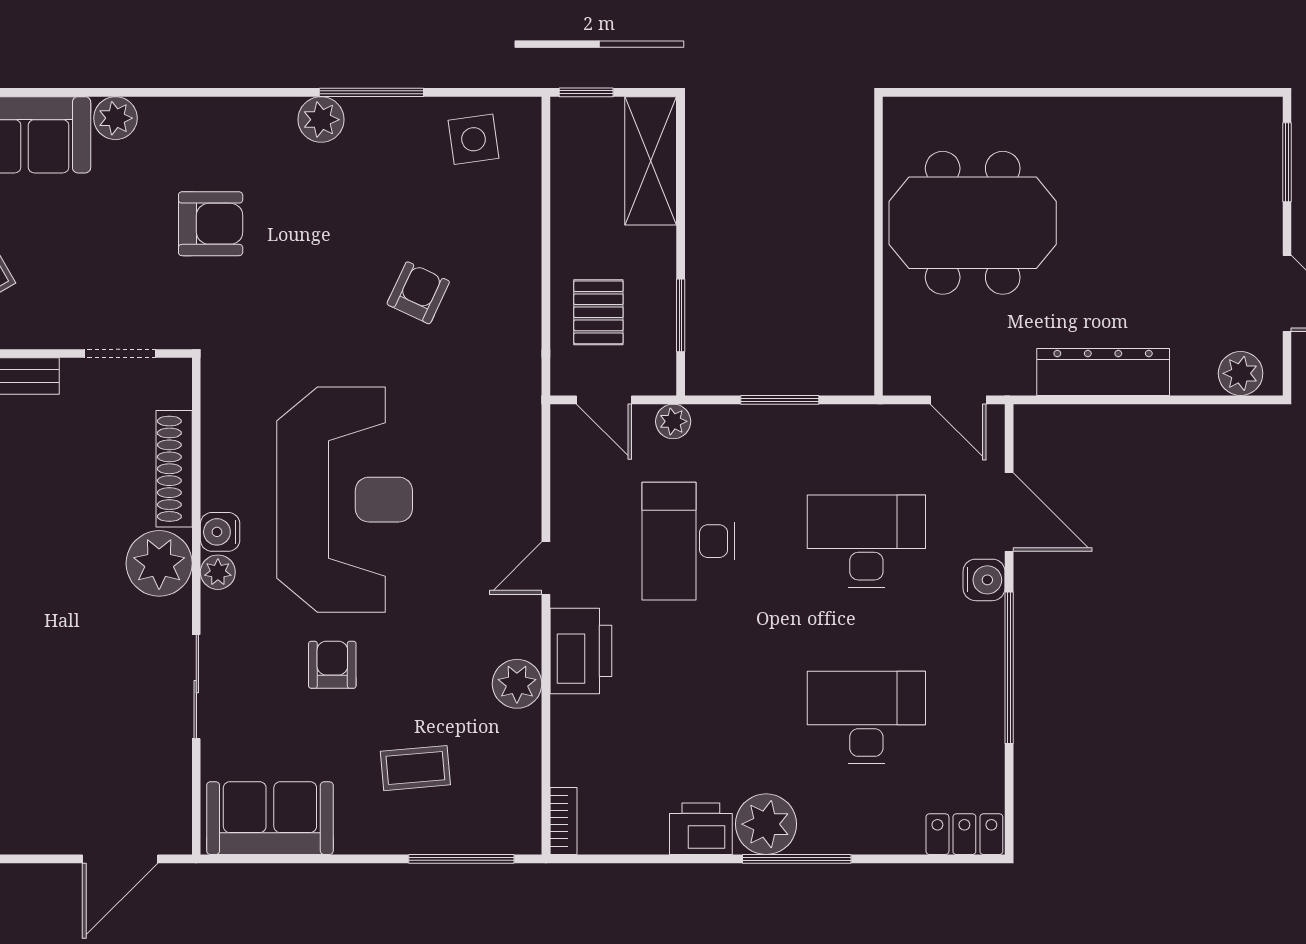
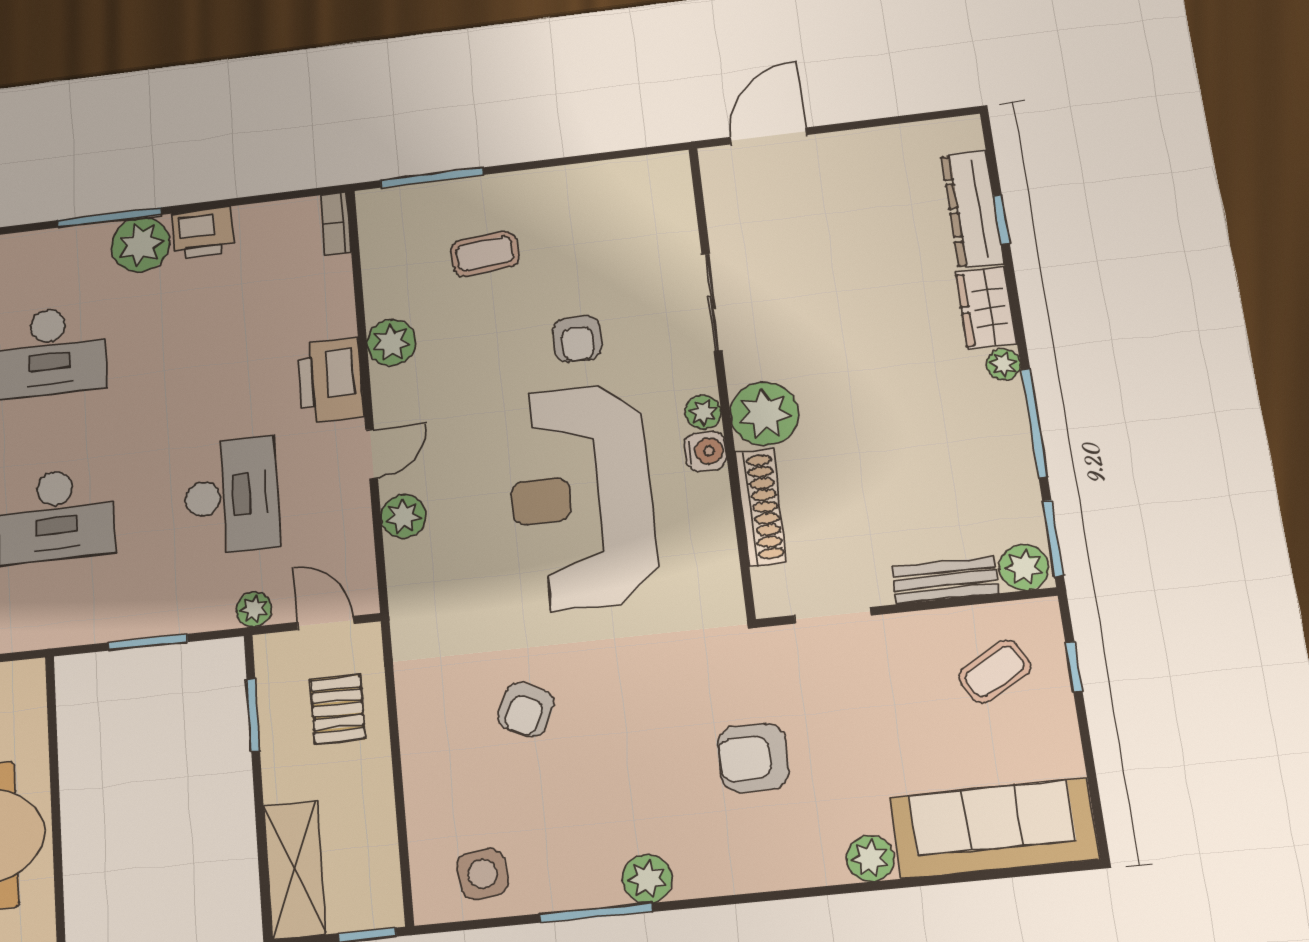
plant: (520, 500) -> (403, 516), added
sofa: (270, 818) -> (624, 191), removed

